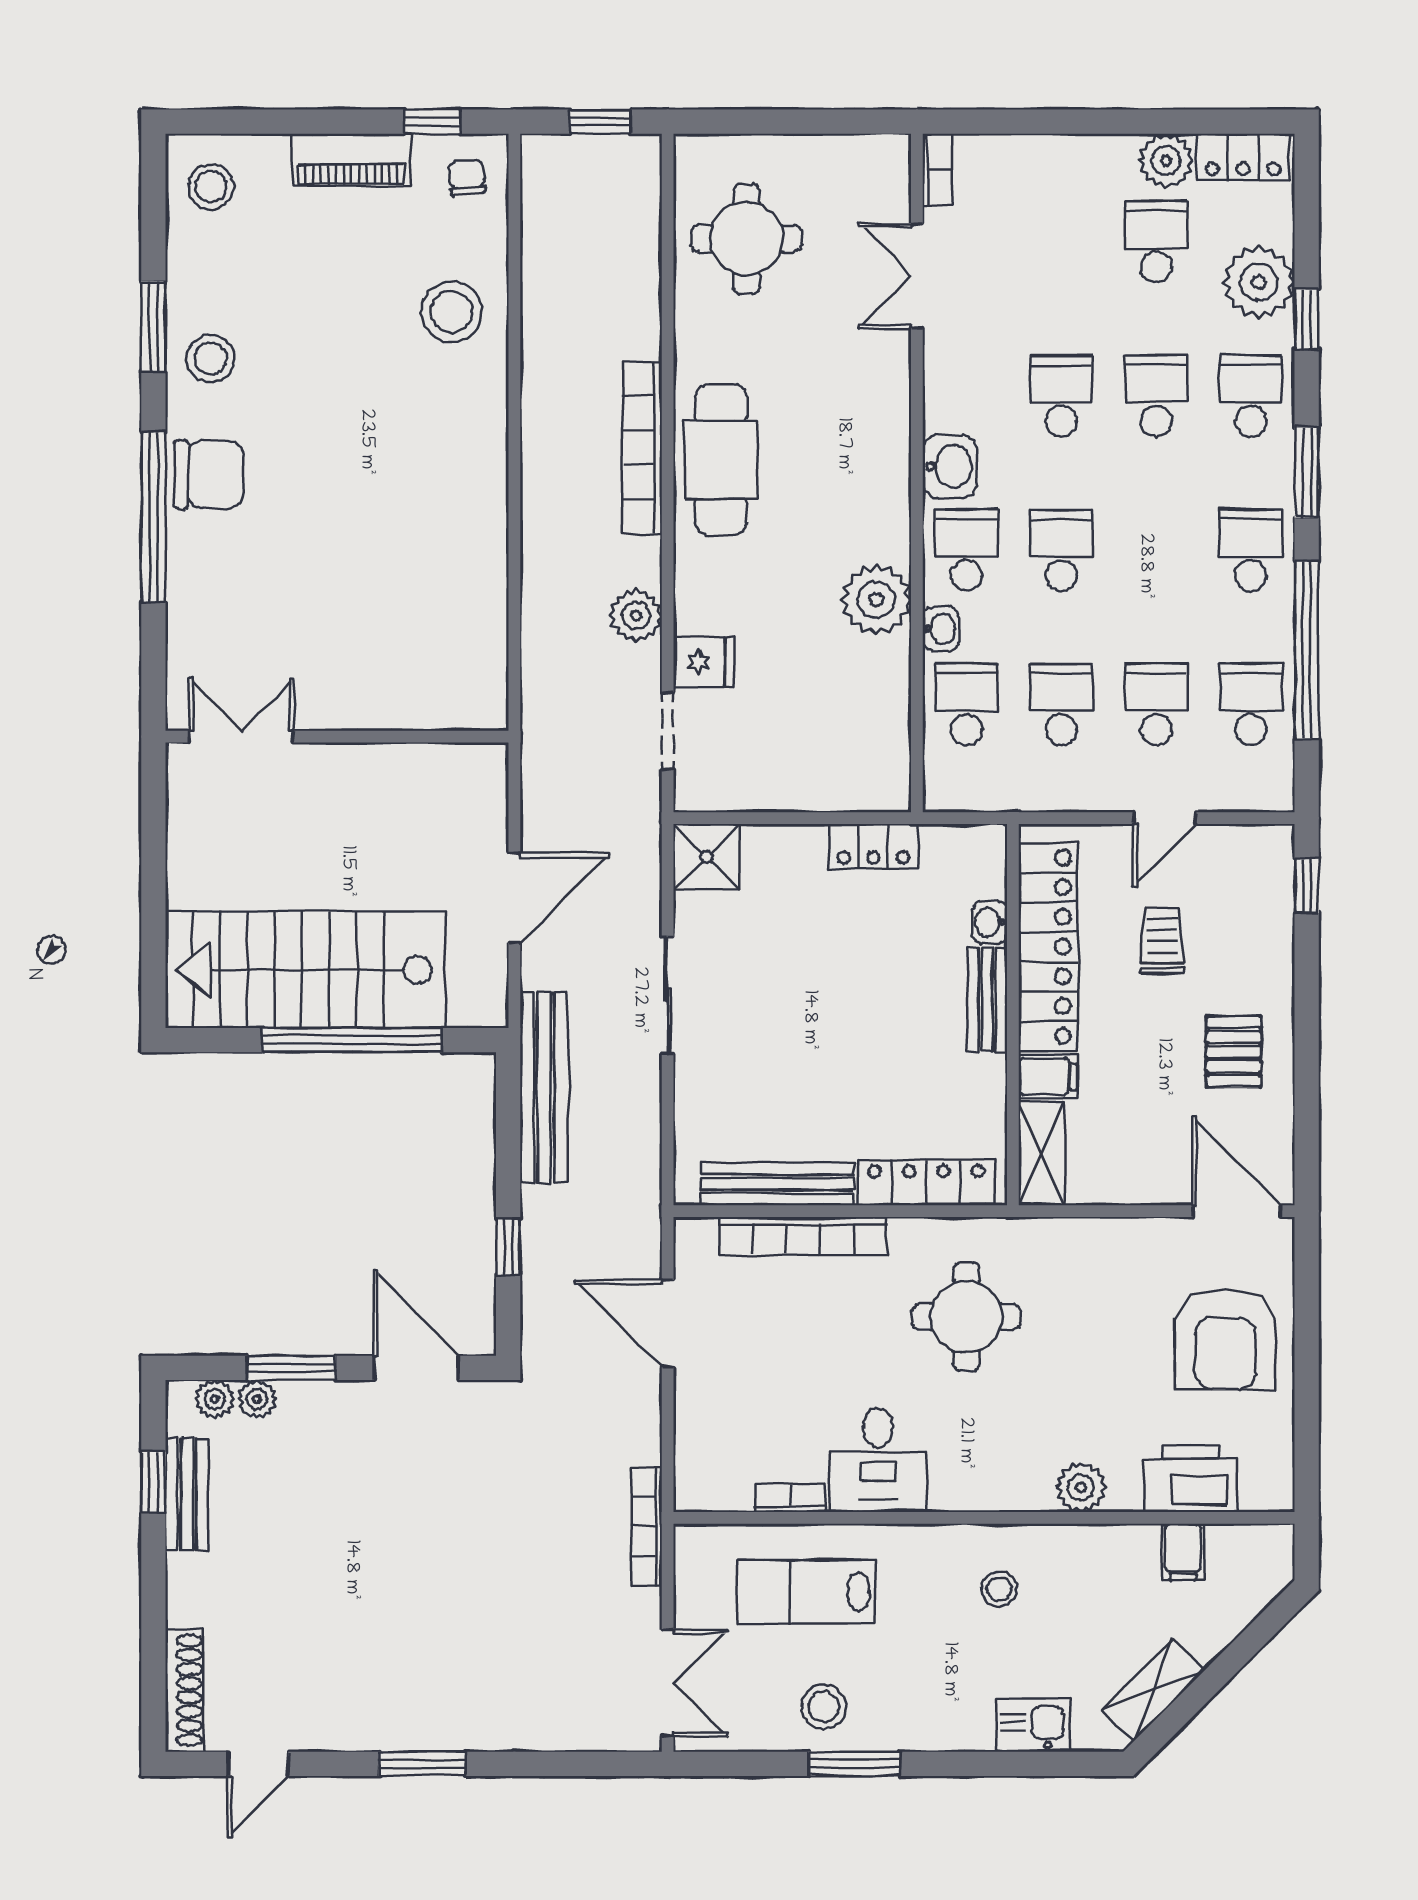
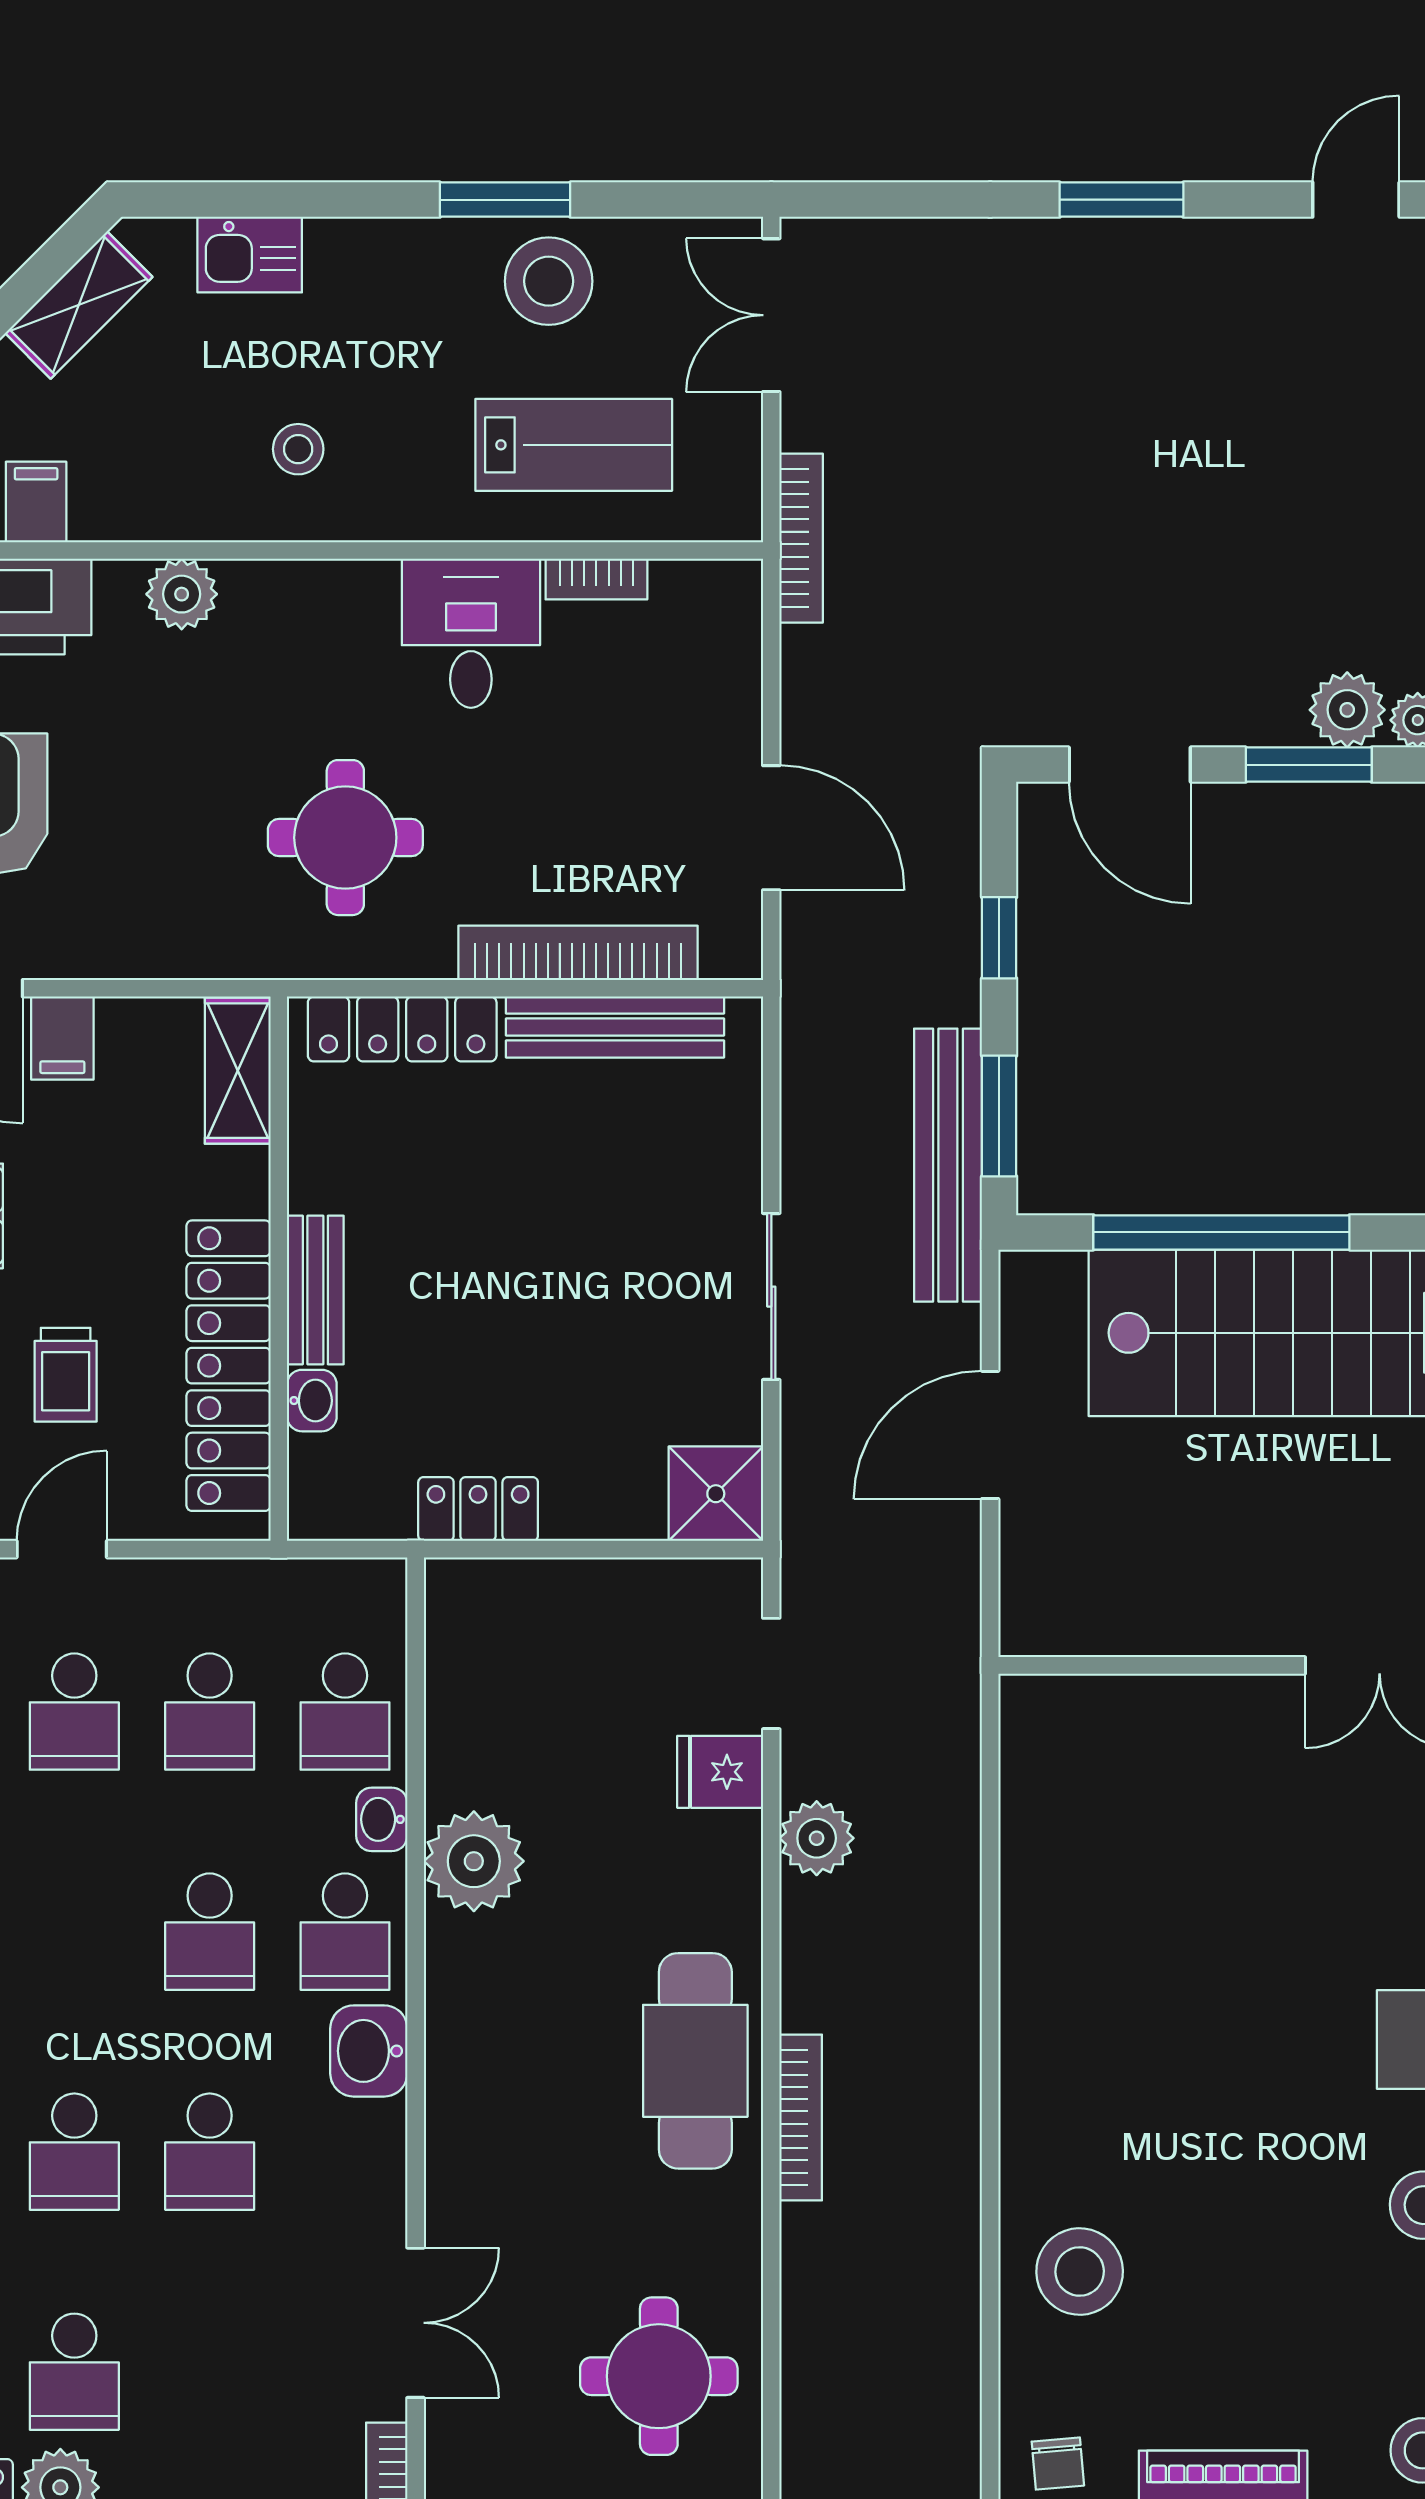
bookcase: (642, 448) -> (801, 2118), width x0.68, depth x0.76
filing cabinet: (1048, 1077) -> (62, 1038), moved, turned -90
window: (508, 1122) -> (999, 1116), added
plant: (257, 1399) -> (1347, 710), width x1.38, depth x1.38
stool: (824, 1707) -> (549, 281), width x1.38, depth x1.38

